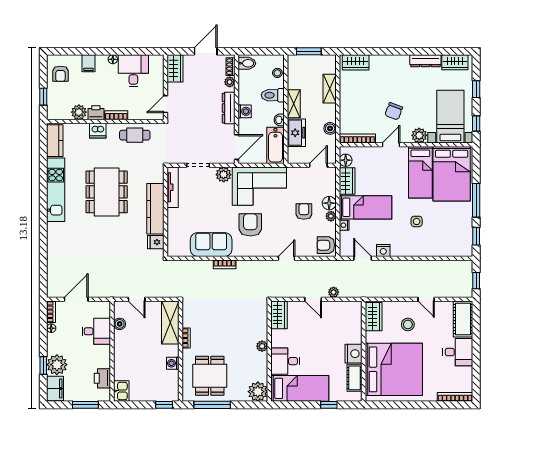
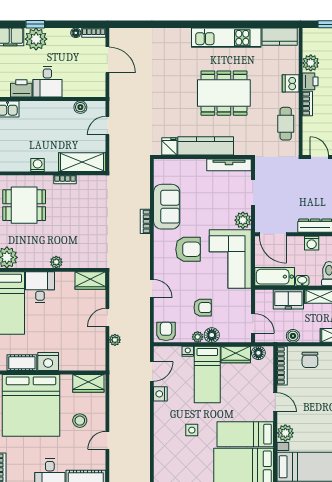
chair: (394, 111) -> (310, 360), moved, turned -111
desk: (96, 331) -> (47, 82), moved

